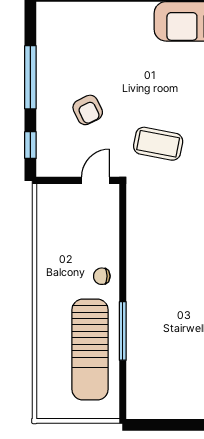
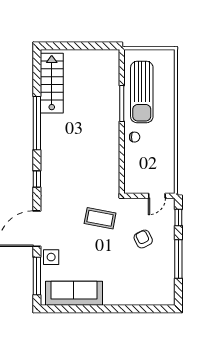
door: (95, 180) -> (157, 196), moved
sun lounger: (90, 350) -> (142, 92), turned 180

